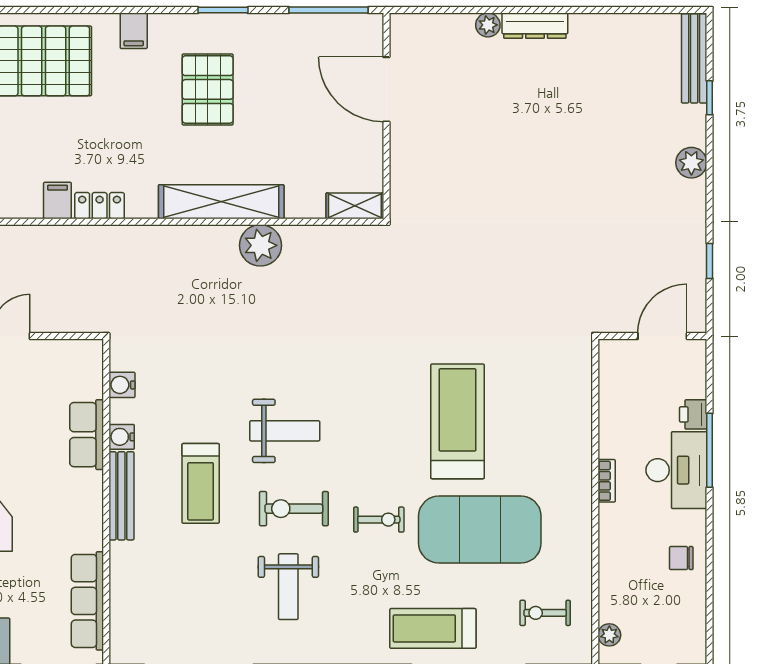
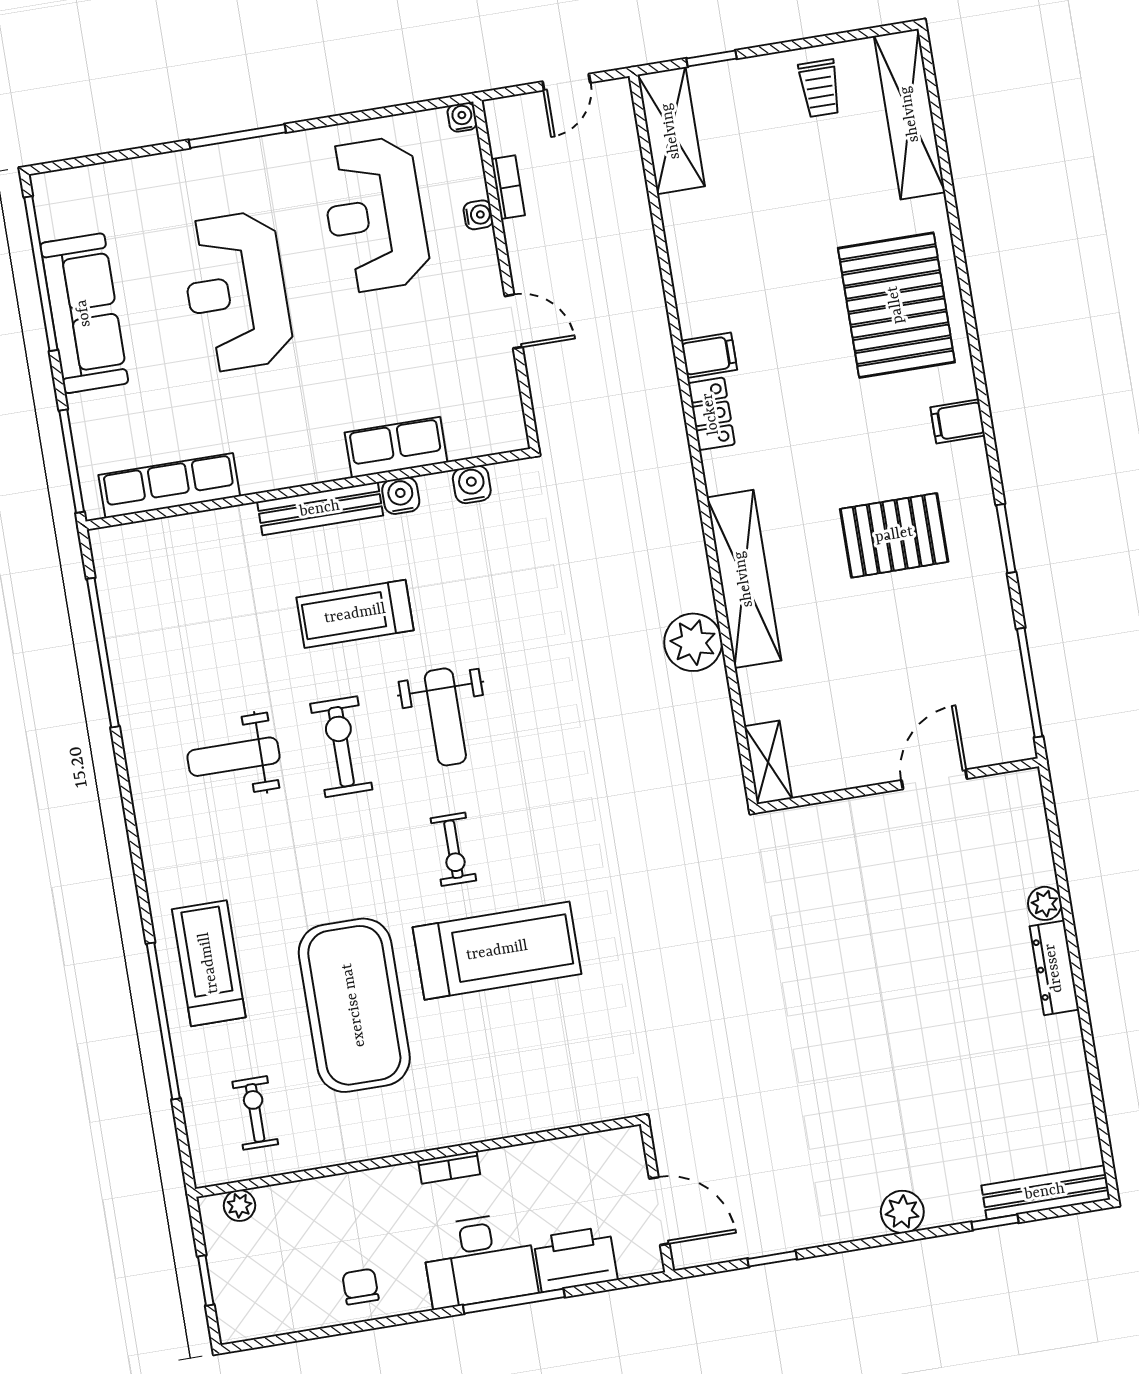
door: (386, 89) -> (934, 779), width x0.73
printer: (693, 414) -> (575, 1259), width x1.87, depth x1.48
exercise bike: (379, 520) -> (453, 849), moved

